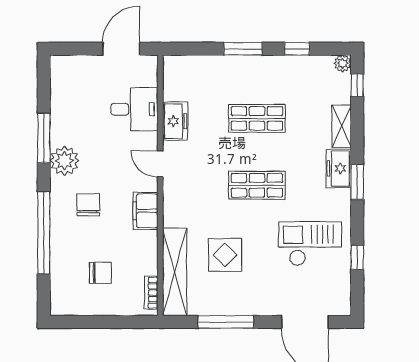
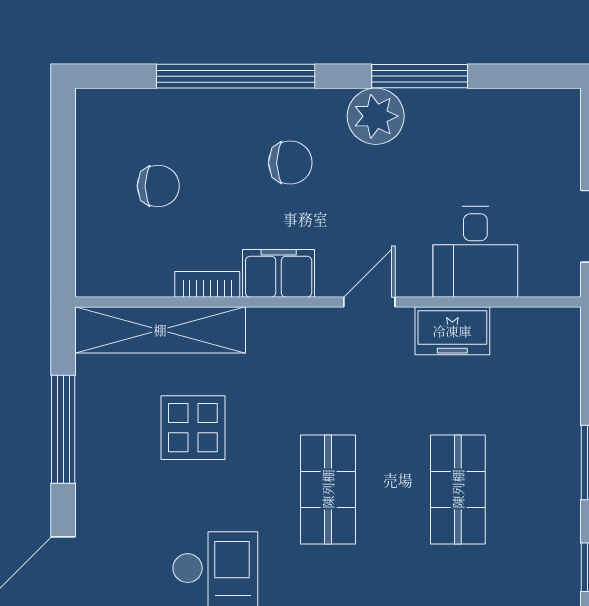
chair: (100, 273) -> (158, 186), turned -90
bookcase: (151, 293) -> (207, 284), moved

